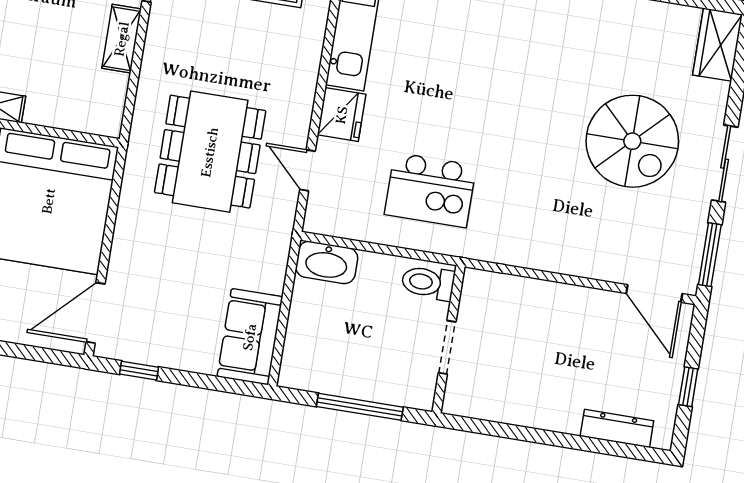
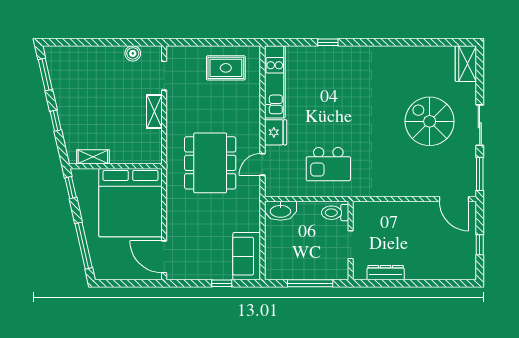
spiral stairs: (632, 141) -> (430, 121), turned 180
door: (307, 170) -> (263, 164), hinge flipped
door: (96, 313) -> (164, 257), hinge flipped
window: (139, 371) -> (222, 283), moved
dresser: (617, 428) -> (386, 273), moved

